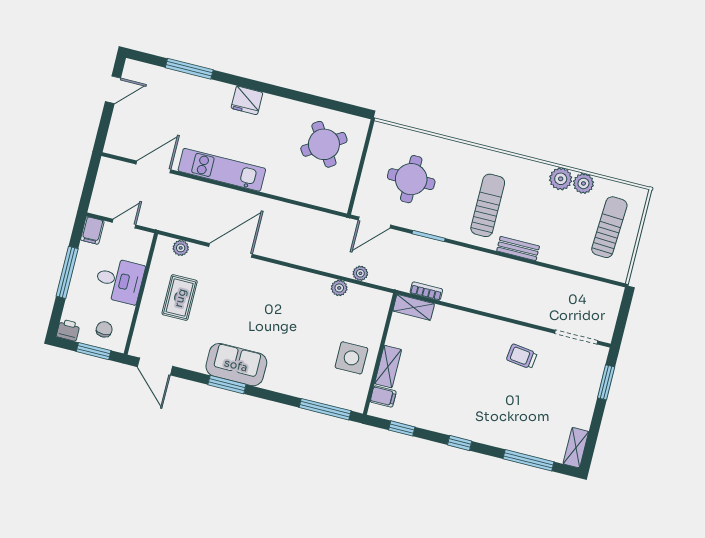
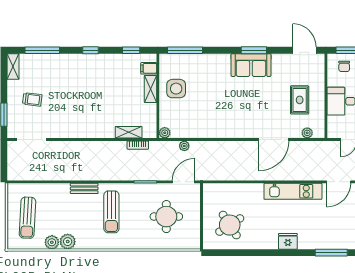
plant: (339, 288) -> (165, 133), moved
shelving: (414, 307) -> (129, 132), moved
trolley: (522, 356) -> (32, 99), moved

